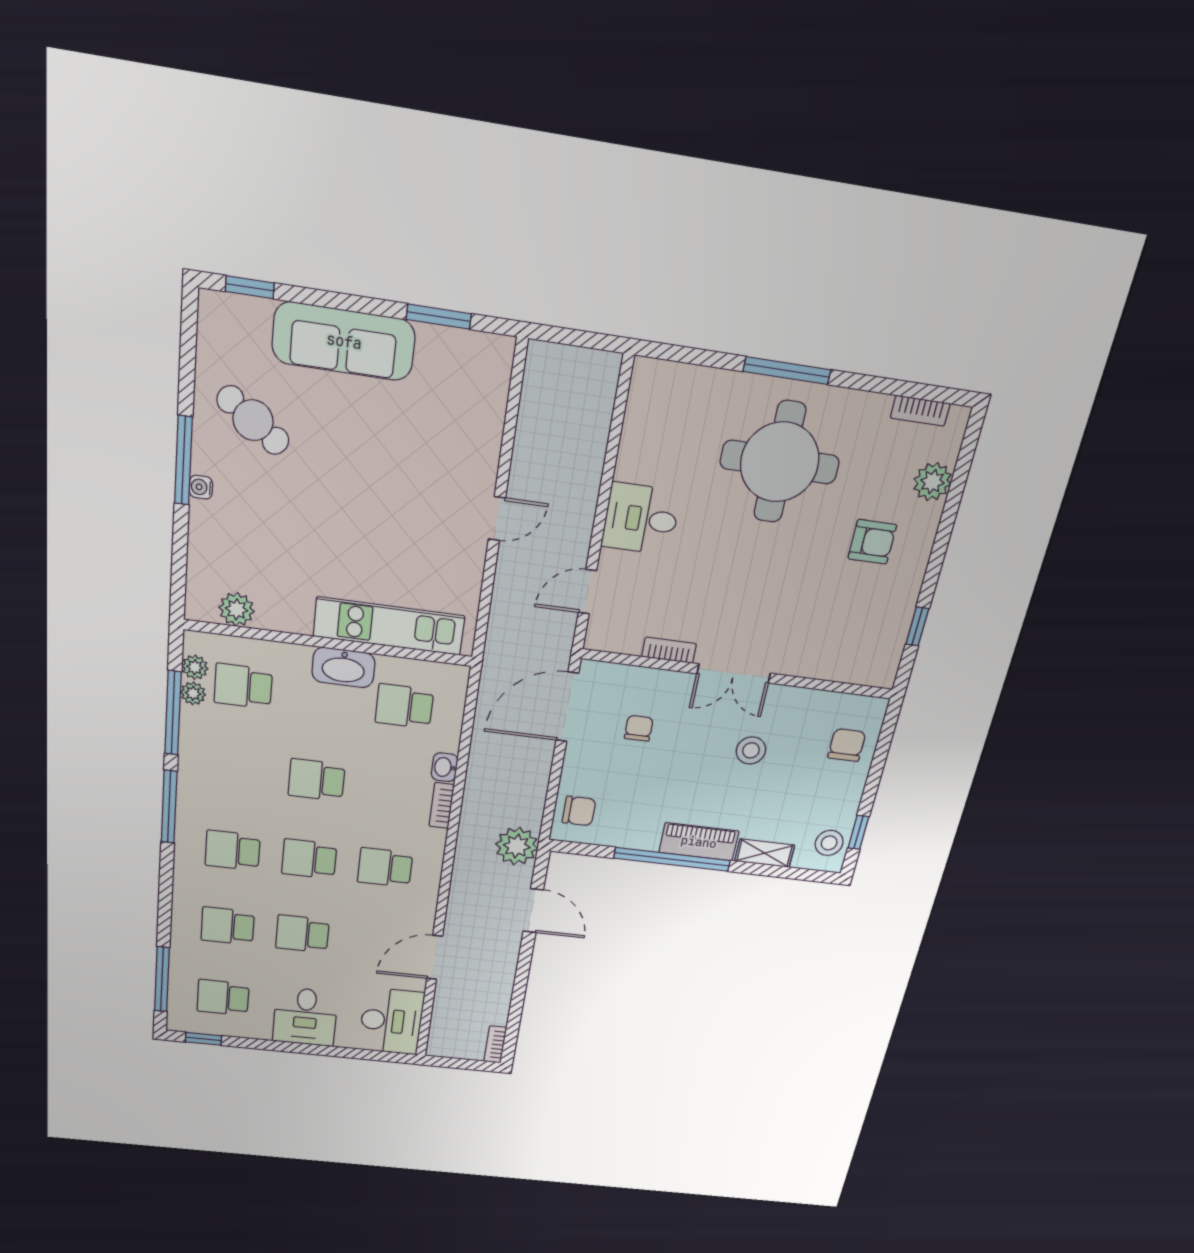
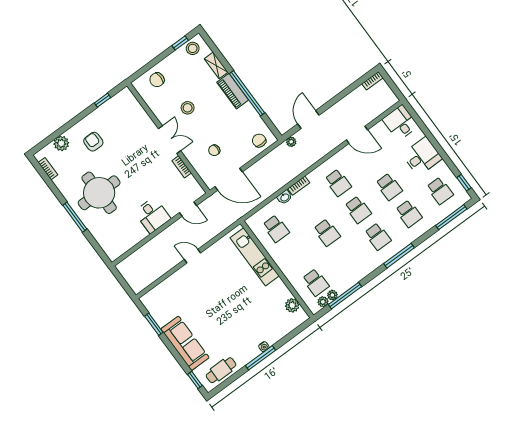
cafe table: (253, 420) -> (221, 370), moved, turned 54
washbasin: (343, 667) -> (281, 258), removed
window: (169, 807) -> (399, 256), moved
plant: (517, 846) -> (291, 142), width x0.53, depth x0.53
desk: (391, 1021) -> (400, 123), width x0.73

